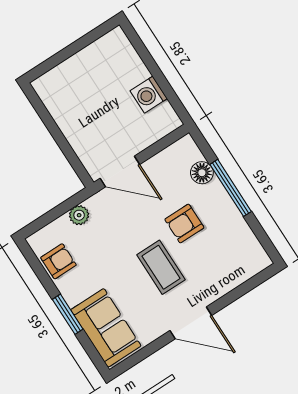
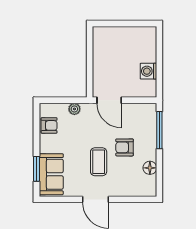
floor lamp: (202, 173) -> (150, 168), moved
window: (231, 188) -> (159, 130), moved
window: (68, 314) -> (37, 169), moved

